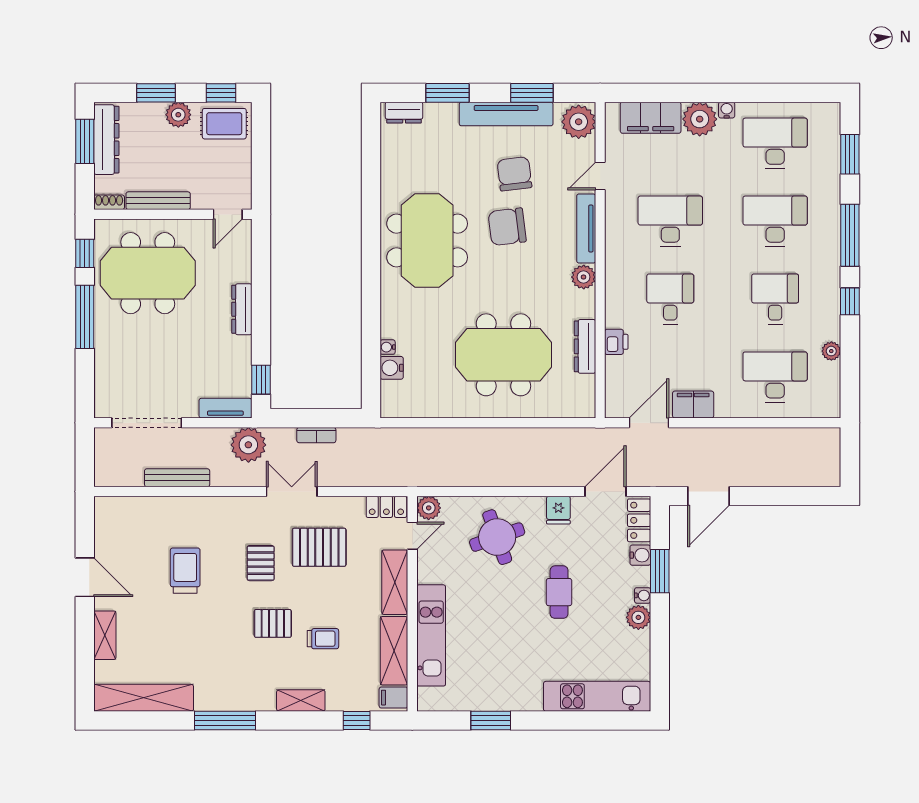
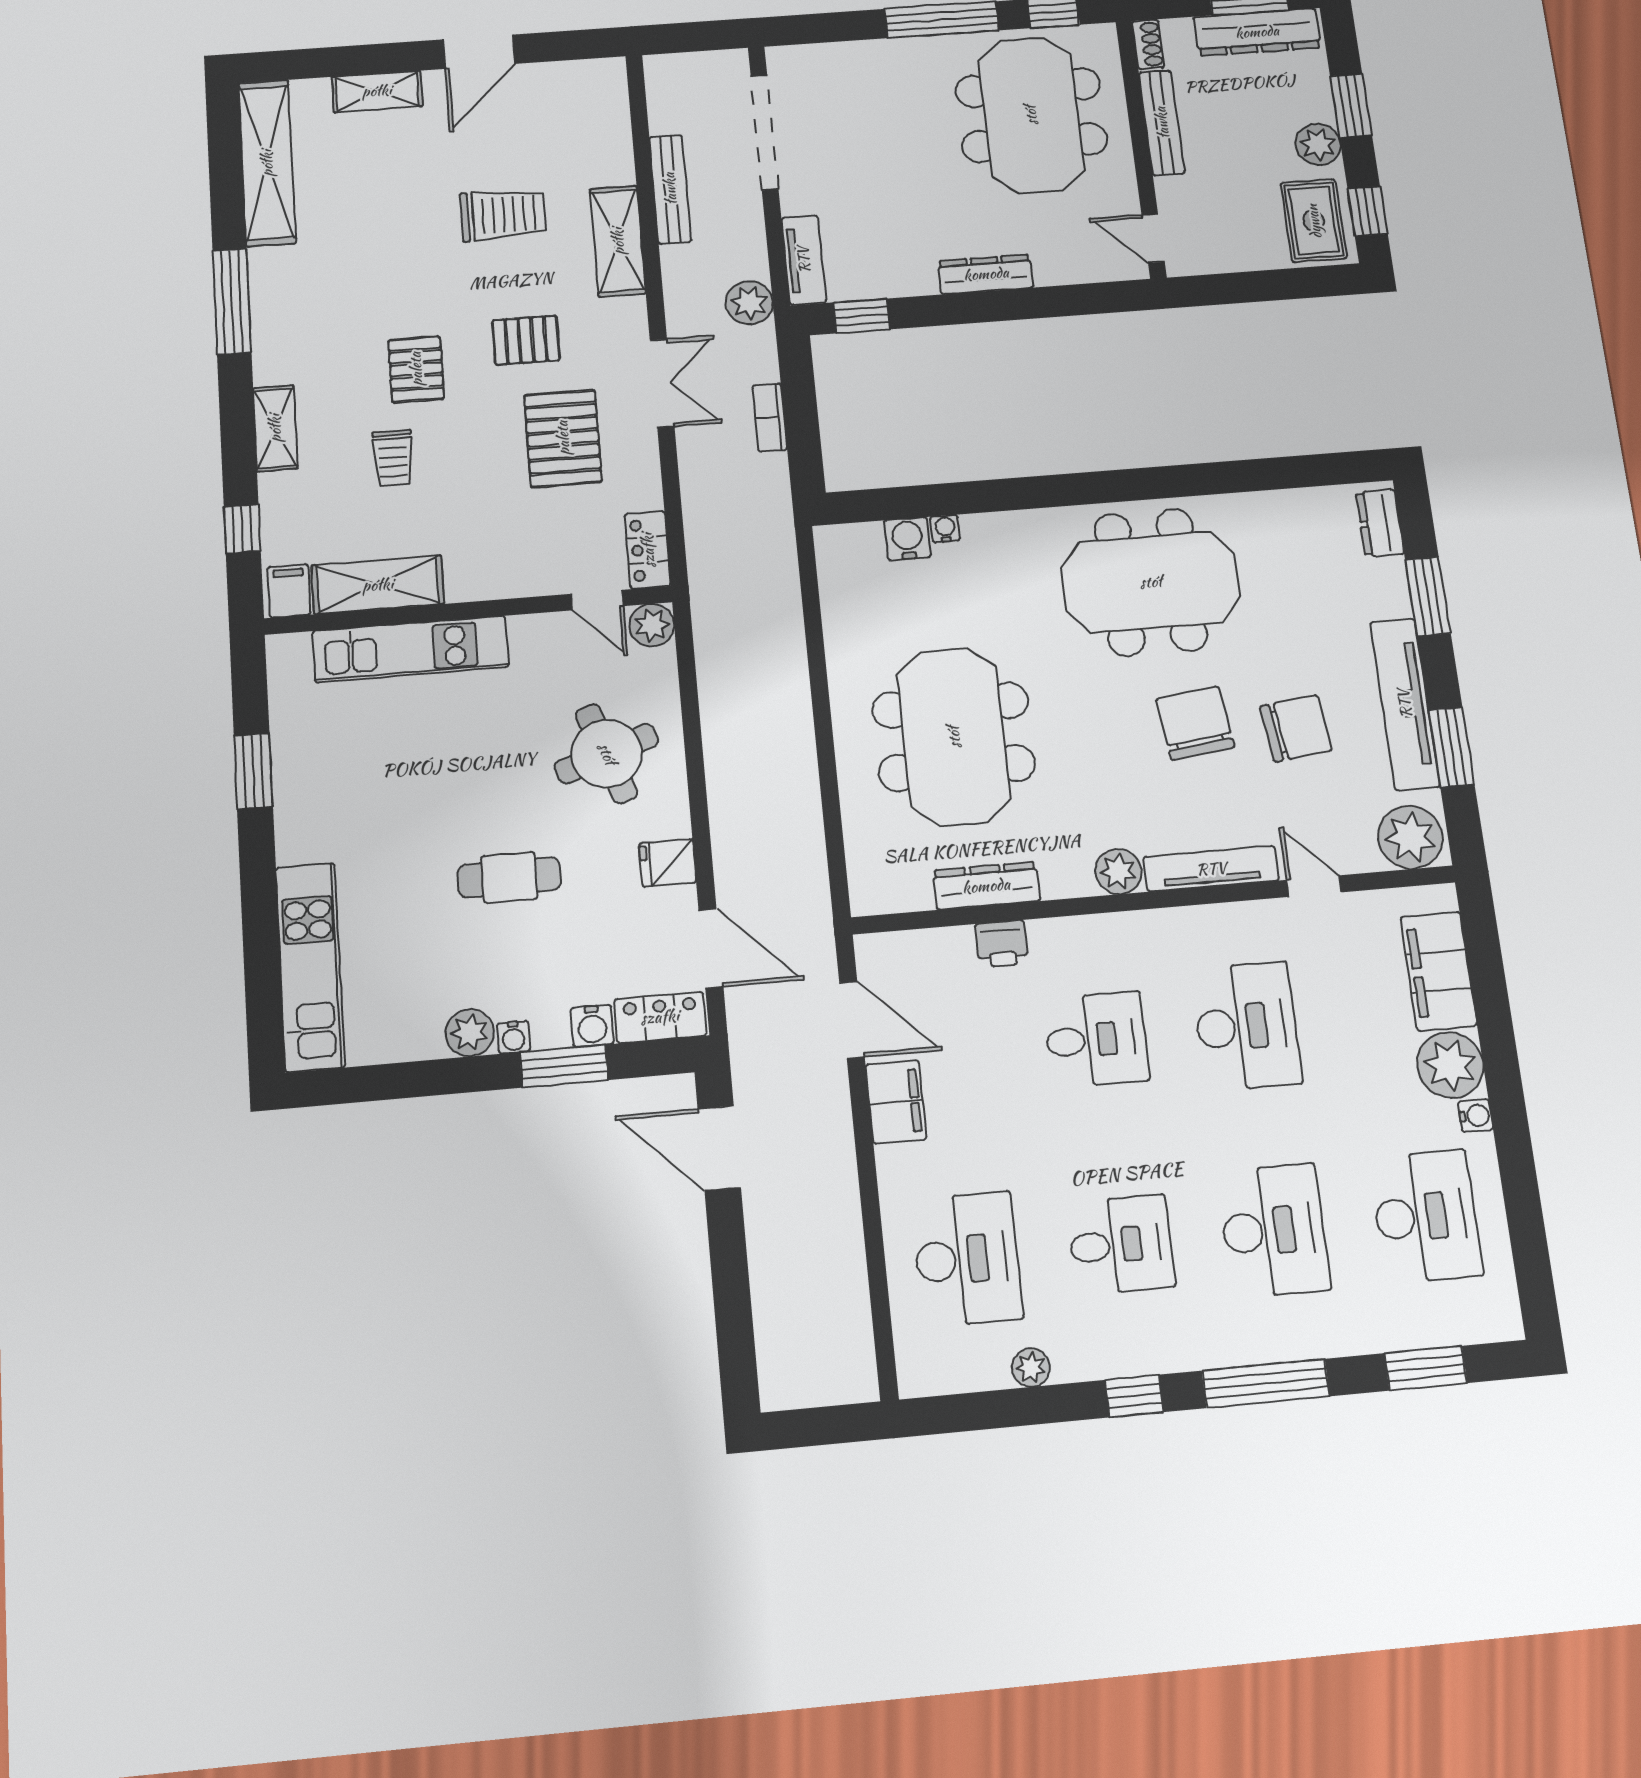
plant: (248, 445) -> (749, 303), width x0.73, depth x0.73
shelving: (395, 582) -> (618, 241), moved, turned 90

